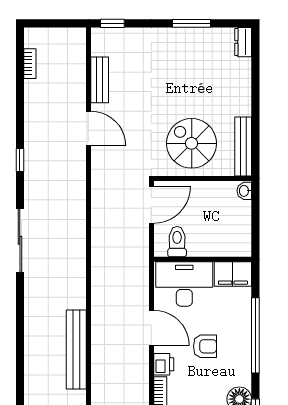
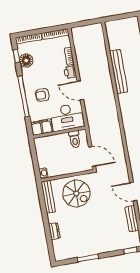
dresser: (243, 42) -> (54, 231), moved
door: (151, 205) -> (92, 157), swing flipped
armchair: (205, 346) -> (42, 95), moved

